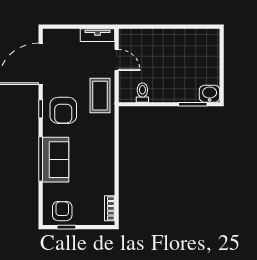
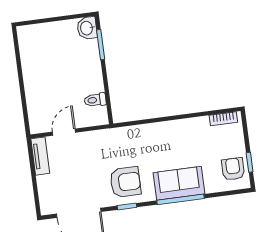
coffee table: (100, 96) -> (104, 145), removed
armchair: (62, 211) -> (233, 169), turned 90

